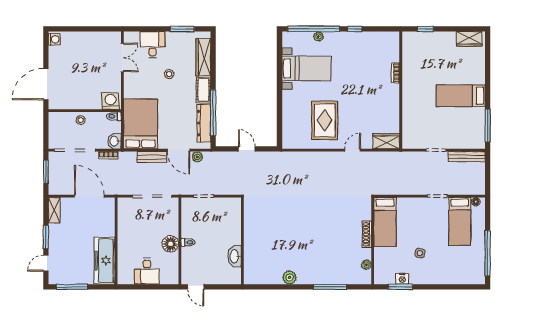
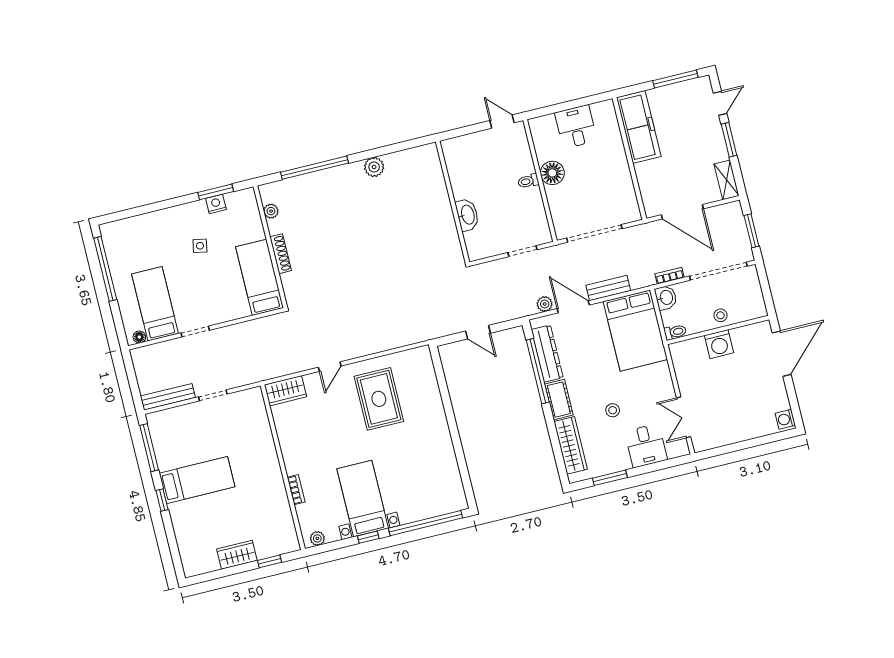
plant: (318, 36) -> (317, 538), moved
wardrobe: (469, 39) -> (237, 555), moved
bed with nightstands: (306, 68) -> (363, 498), moved, turned 90
window: (488, 88) -> (162, 500), added
washing machine: (111, 101) -> (719, 344), moved
washbasin: (235, 256) -> (467, 215), moved
window: (330, 287) -> (315, 168), width x1.46

